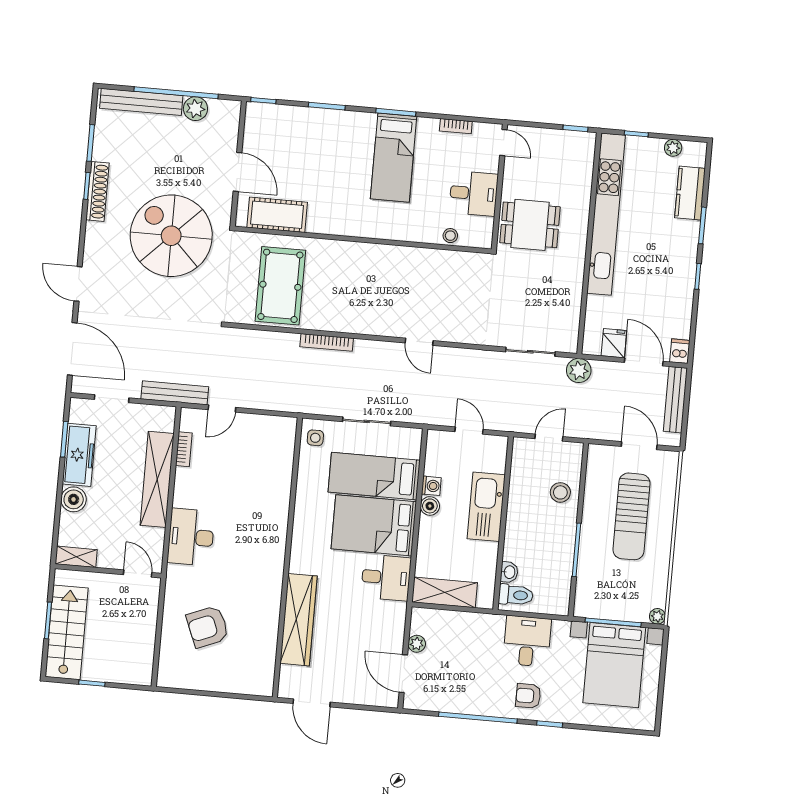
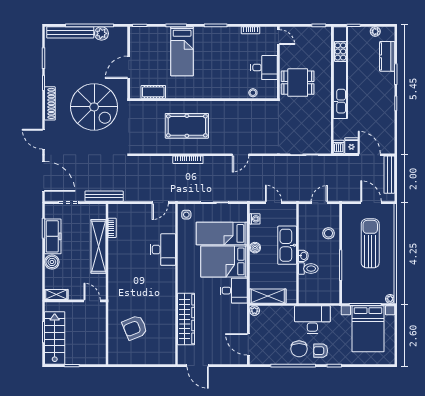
bed: (394, 158) -> (182, 51), moved
door: (238, 172) -> (129, 67), swing flipped
shoe rack: (98, 191) -> (50, 103), moved
cot: (277, 215) -> (153, 92), width x0.73, depth x0.75
spiral stairs: (171, 236) -> (94, 107), turned 180
pool table: (280, 286) -> (187, 126), moved, turned 90
door: (419, 342) -> (241, 155), hinge flipped
dishwasher: (680, 351) -> (339, 147), moved
plant: (579, 370) -> (333, 163), removed
door: (222, 408) -> (160, 203), moved
washing machine: (431, 486) -> (255, 219), moved
sun lounger: (631, 516) -> (370, 243), turned 180
desk: (191, 537) -> (163, 250), moved, turned 180
washbasin: (509, 572) -> (303, 256), moved
toilet: (516, 595) -> (308, 269), moved
desk: (527, 641) -> (312, 320), width x1.37
plant: (417, 644) -> (254, 311), moved
chair: (491, 689) -> (299, 349), added

